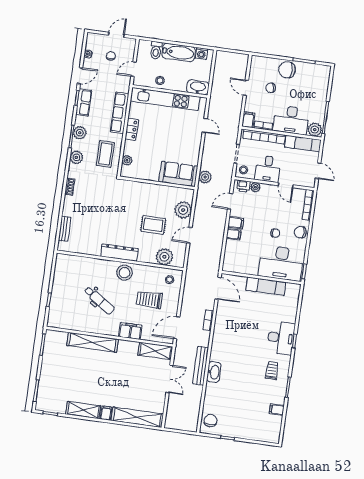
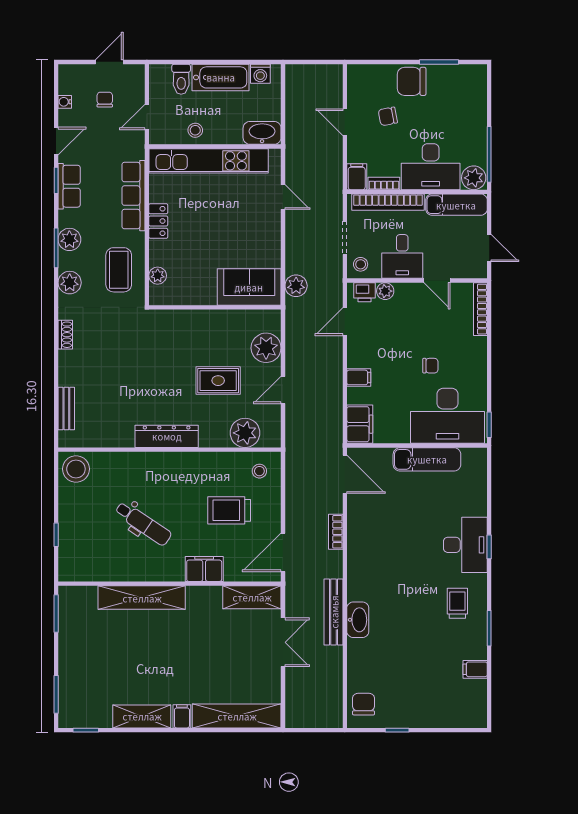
filing cabinet: (236, 223) -> (360, 424), moved, width x2.00
chair: (300, 232) -> (473, 358), removed
stool: (124, 273) -> (76, 469), moved

